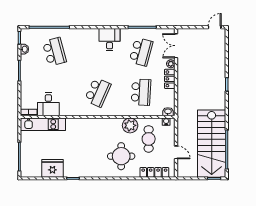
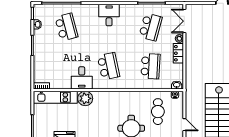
desk: (110, 40) -> (109, 15), moved
school desk: (98, 92) -> (108, 66), turned -36
desk: (48, 104) -> (82, 78), moved
plant: (130, 125) -> (85, 98), moved

